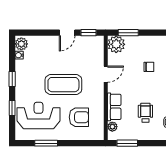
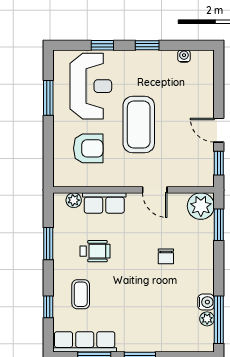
plant: (21, 44) -> (201, 60), removed
armchair: (79, 117) -> (88, 148), turned -90
window: (127, 143) -> (48, 244), moved

